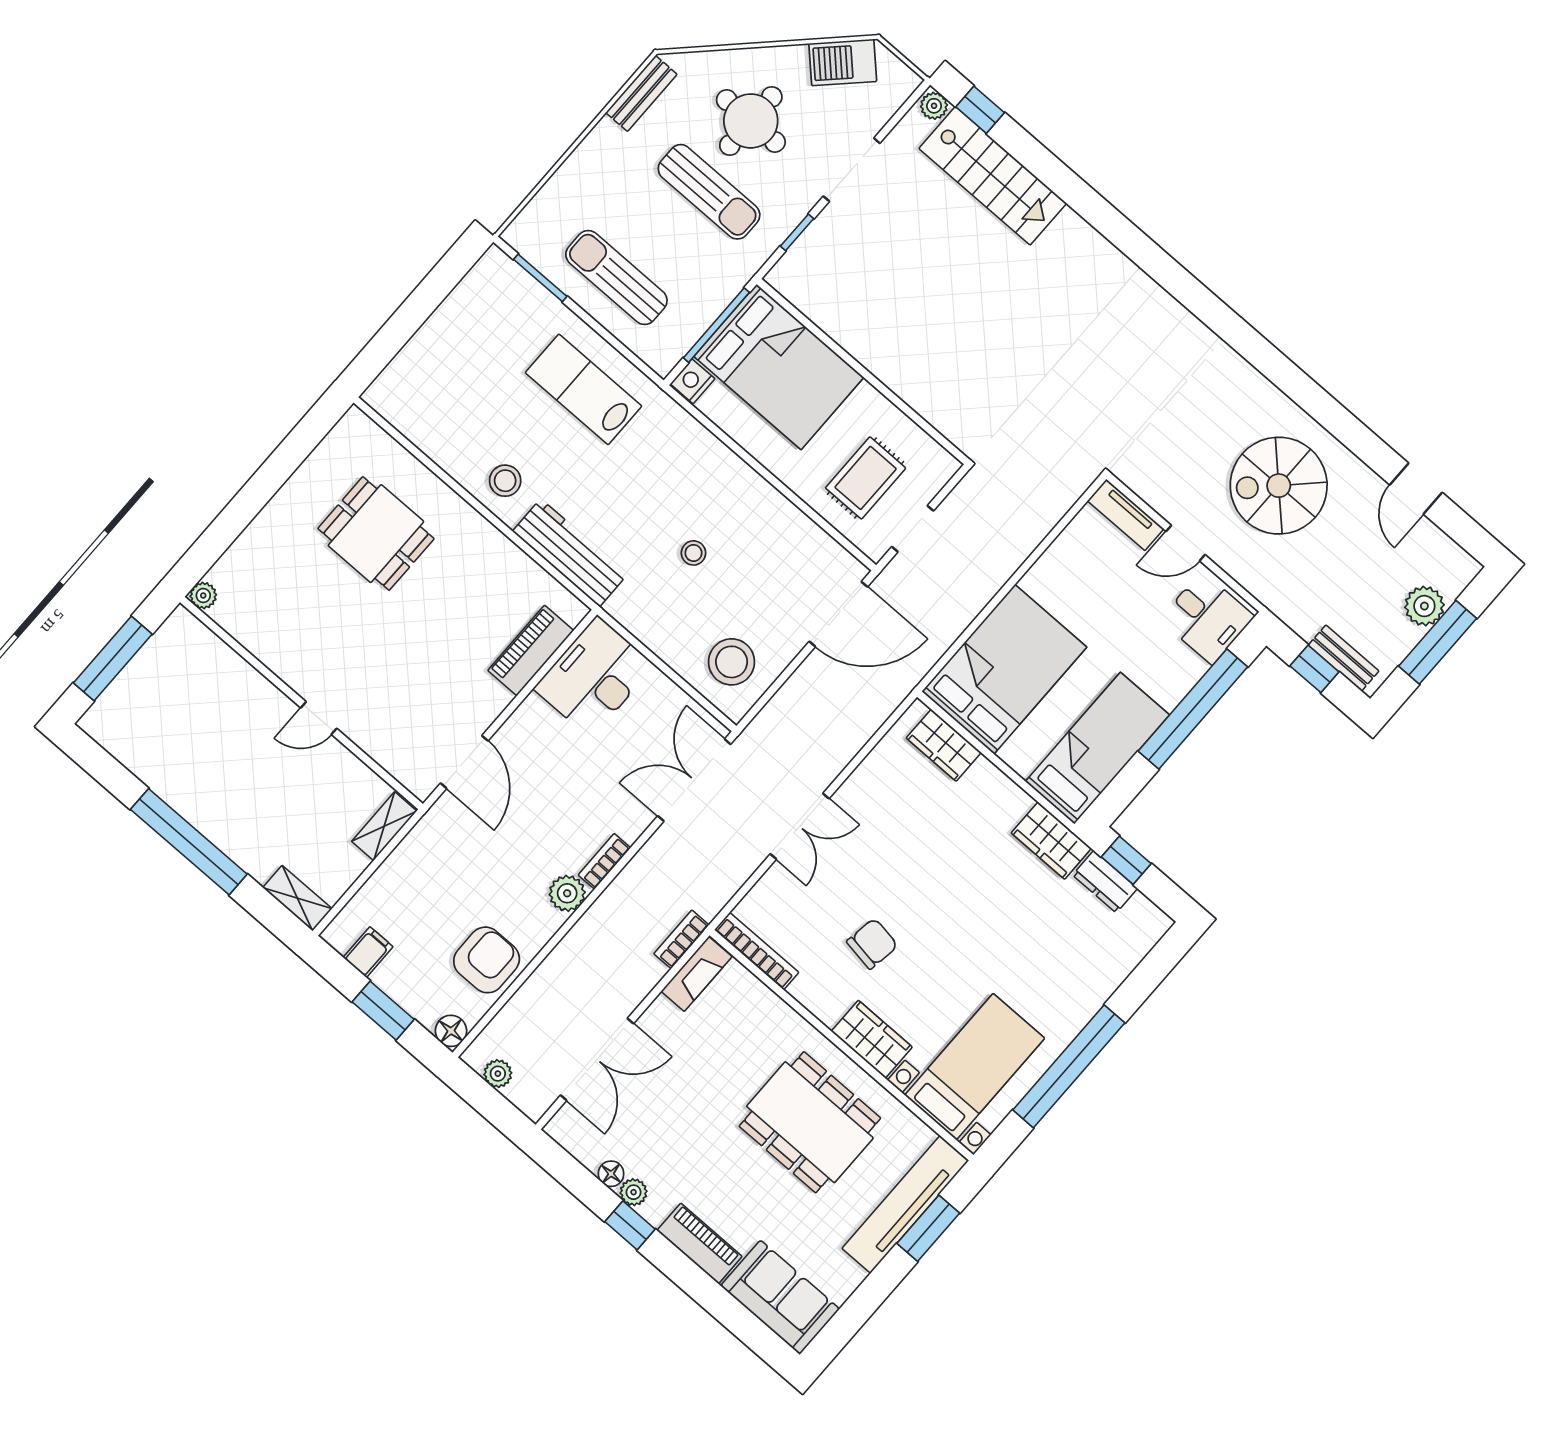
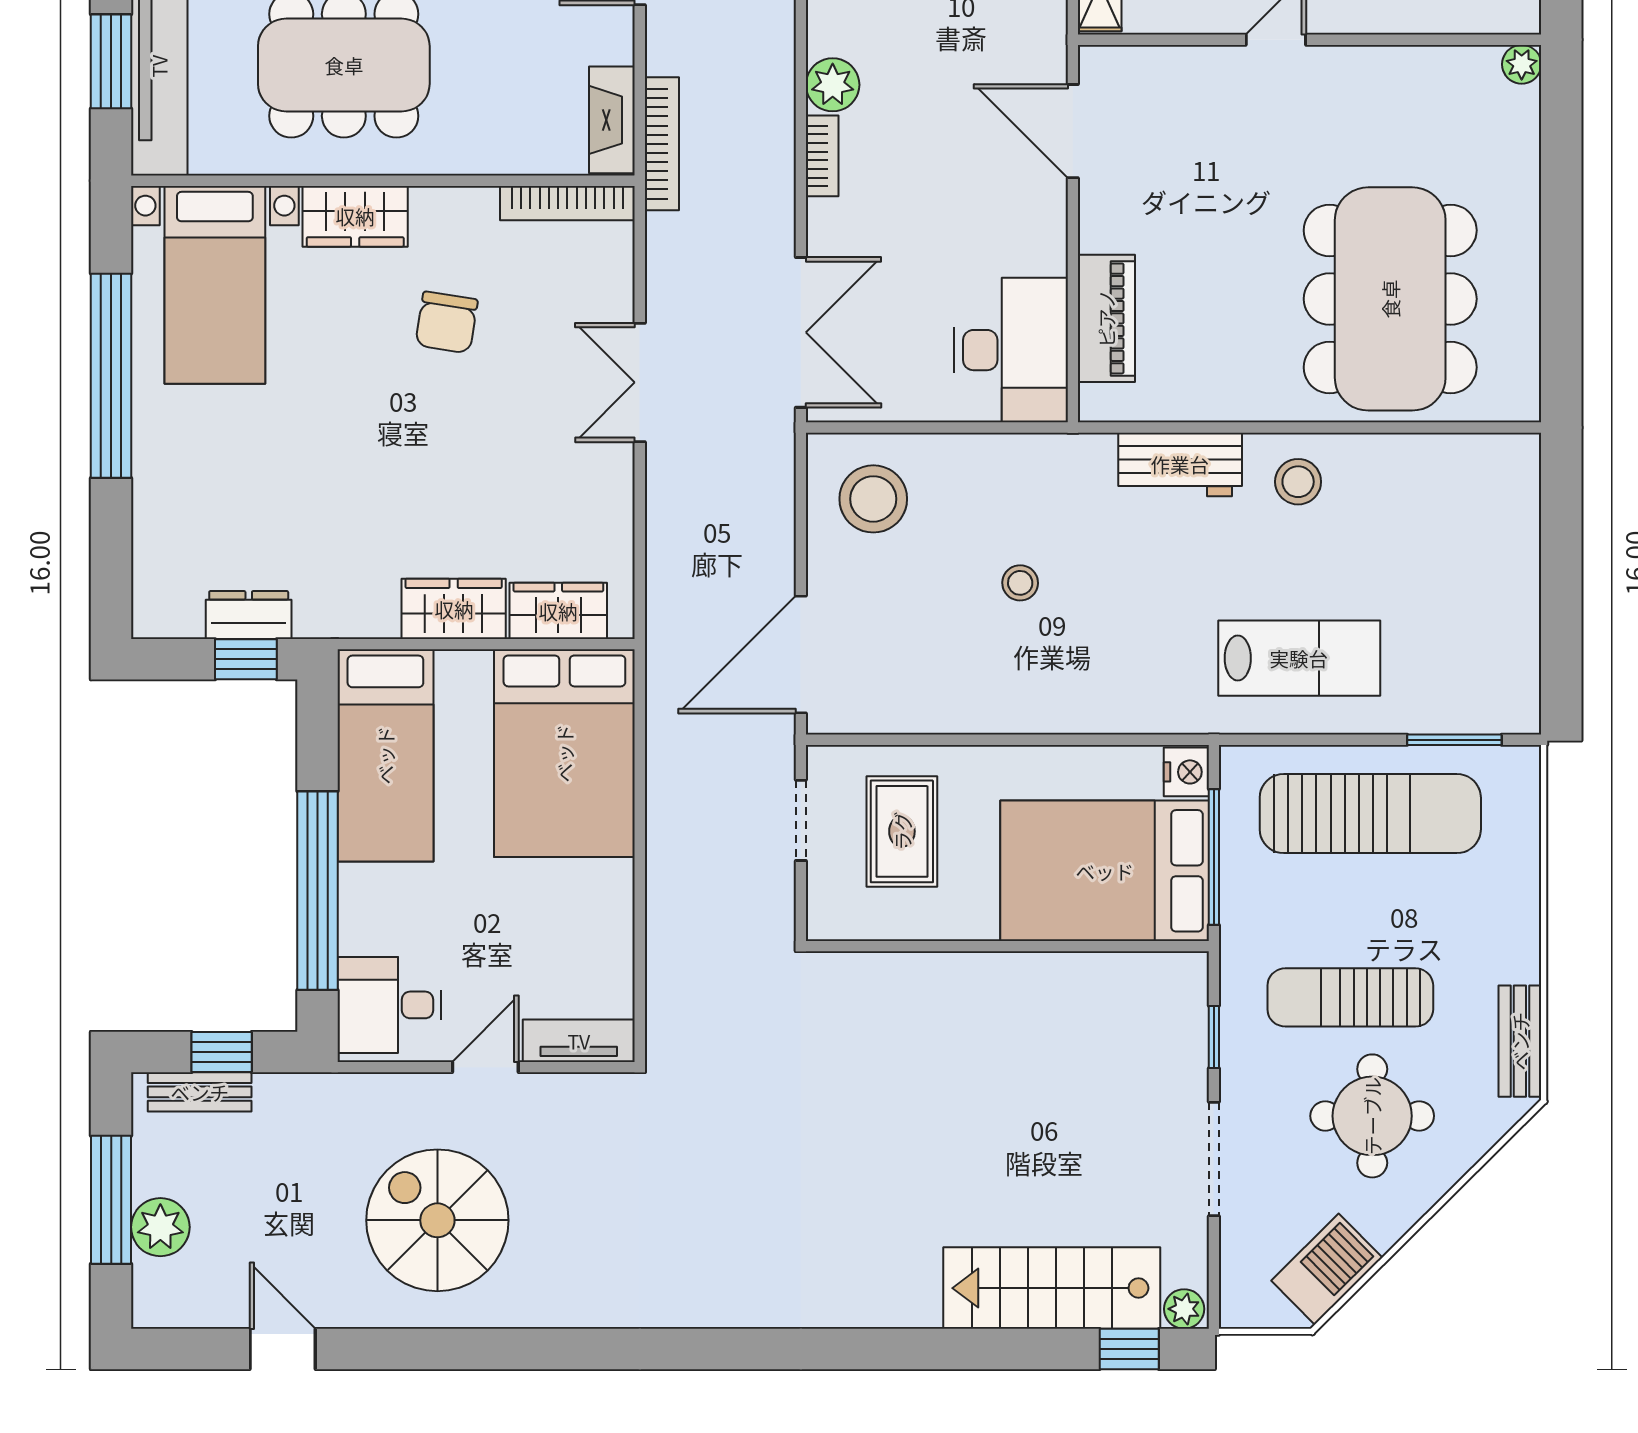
sun lounger: (616, 278) -> (1370, 814), width x1.36, depth x1.34
spiral stairs: (1279, 486) -> (437, 1220), turned -90
dining table: (376, 534) -> (1390, 299), width x1.88, depth x1.24
workbench: (570, 553) -> (1180, 464), width x0.73
wardrobe: (1051, 841) -> (454, 609), moved
bookcase: (681, 939) -> (662, 144), width x1.56

